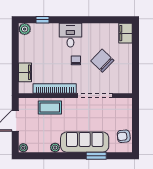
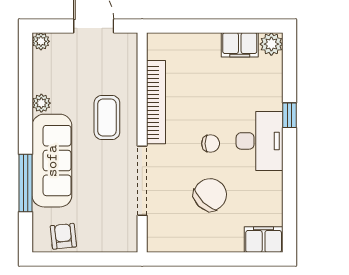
window: (42, 20) -> (289, 115), moved
desk: (70, 35) -> (260, 141), width x1.37
filing cabinet: (25, 72) -> (240, 45), moved
coffee table: (50, 107) -> (107, 117), moved
window: (96, 156) -> (26, 183), width x1.44

